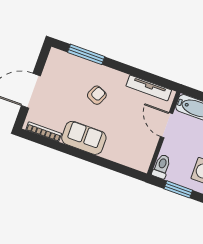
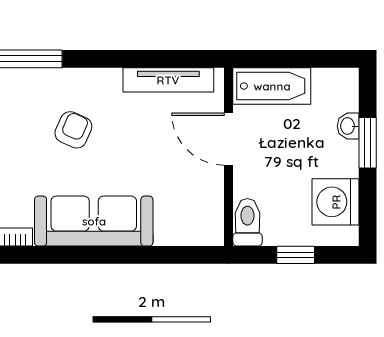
sofa: (84, 138) -> (94, 221), width x1.36
window: (178, 189) -> (296, 255), width x0.67

